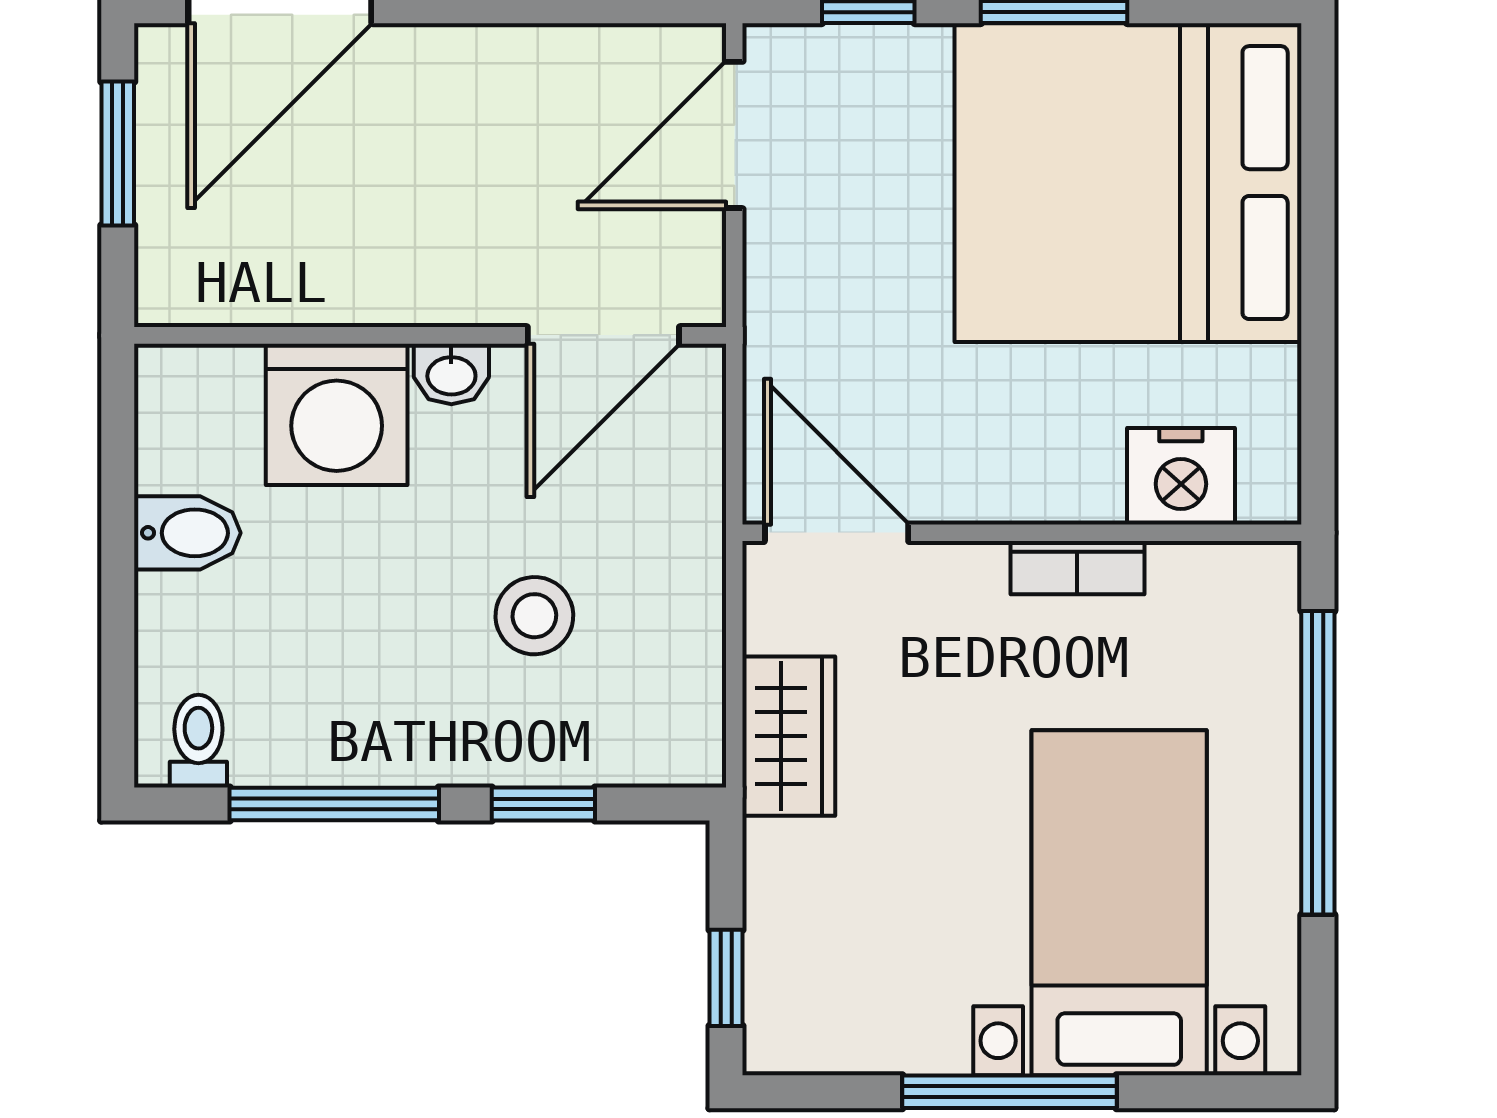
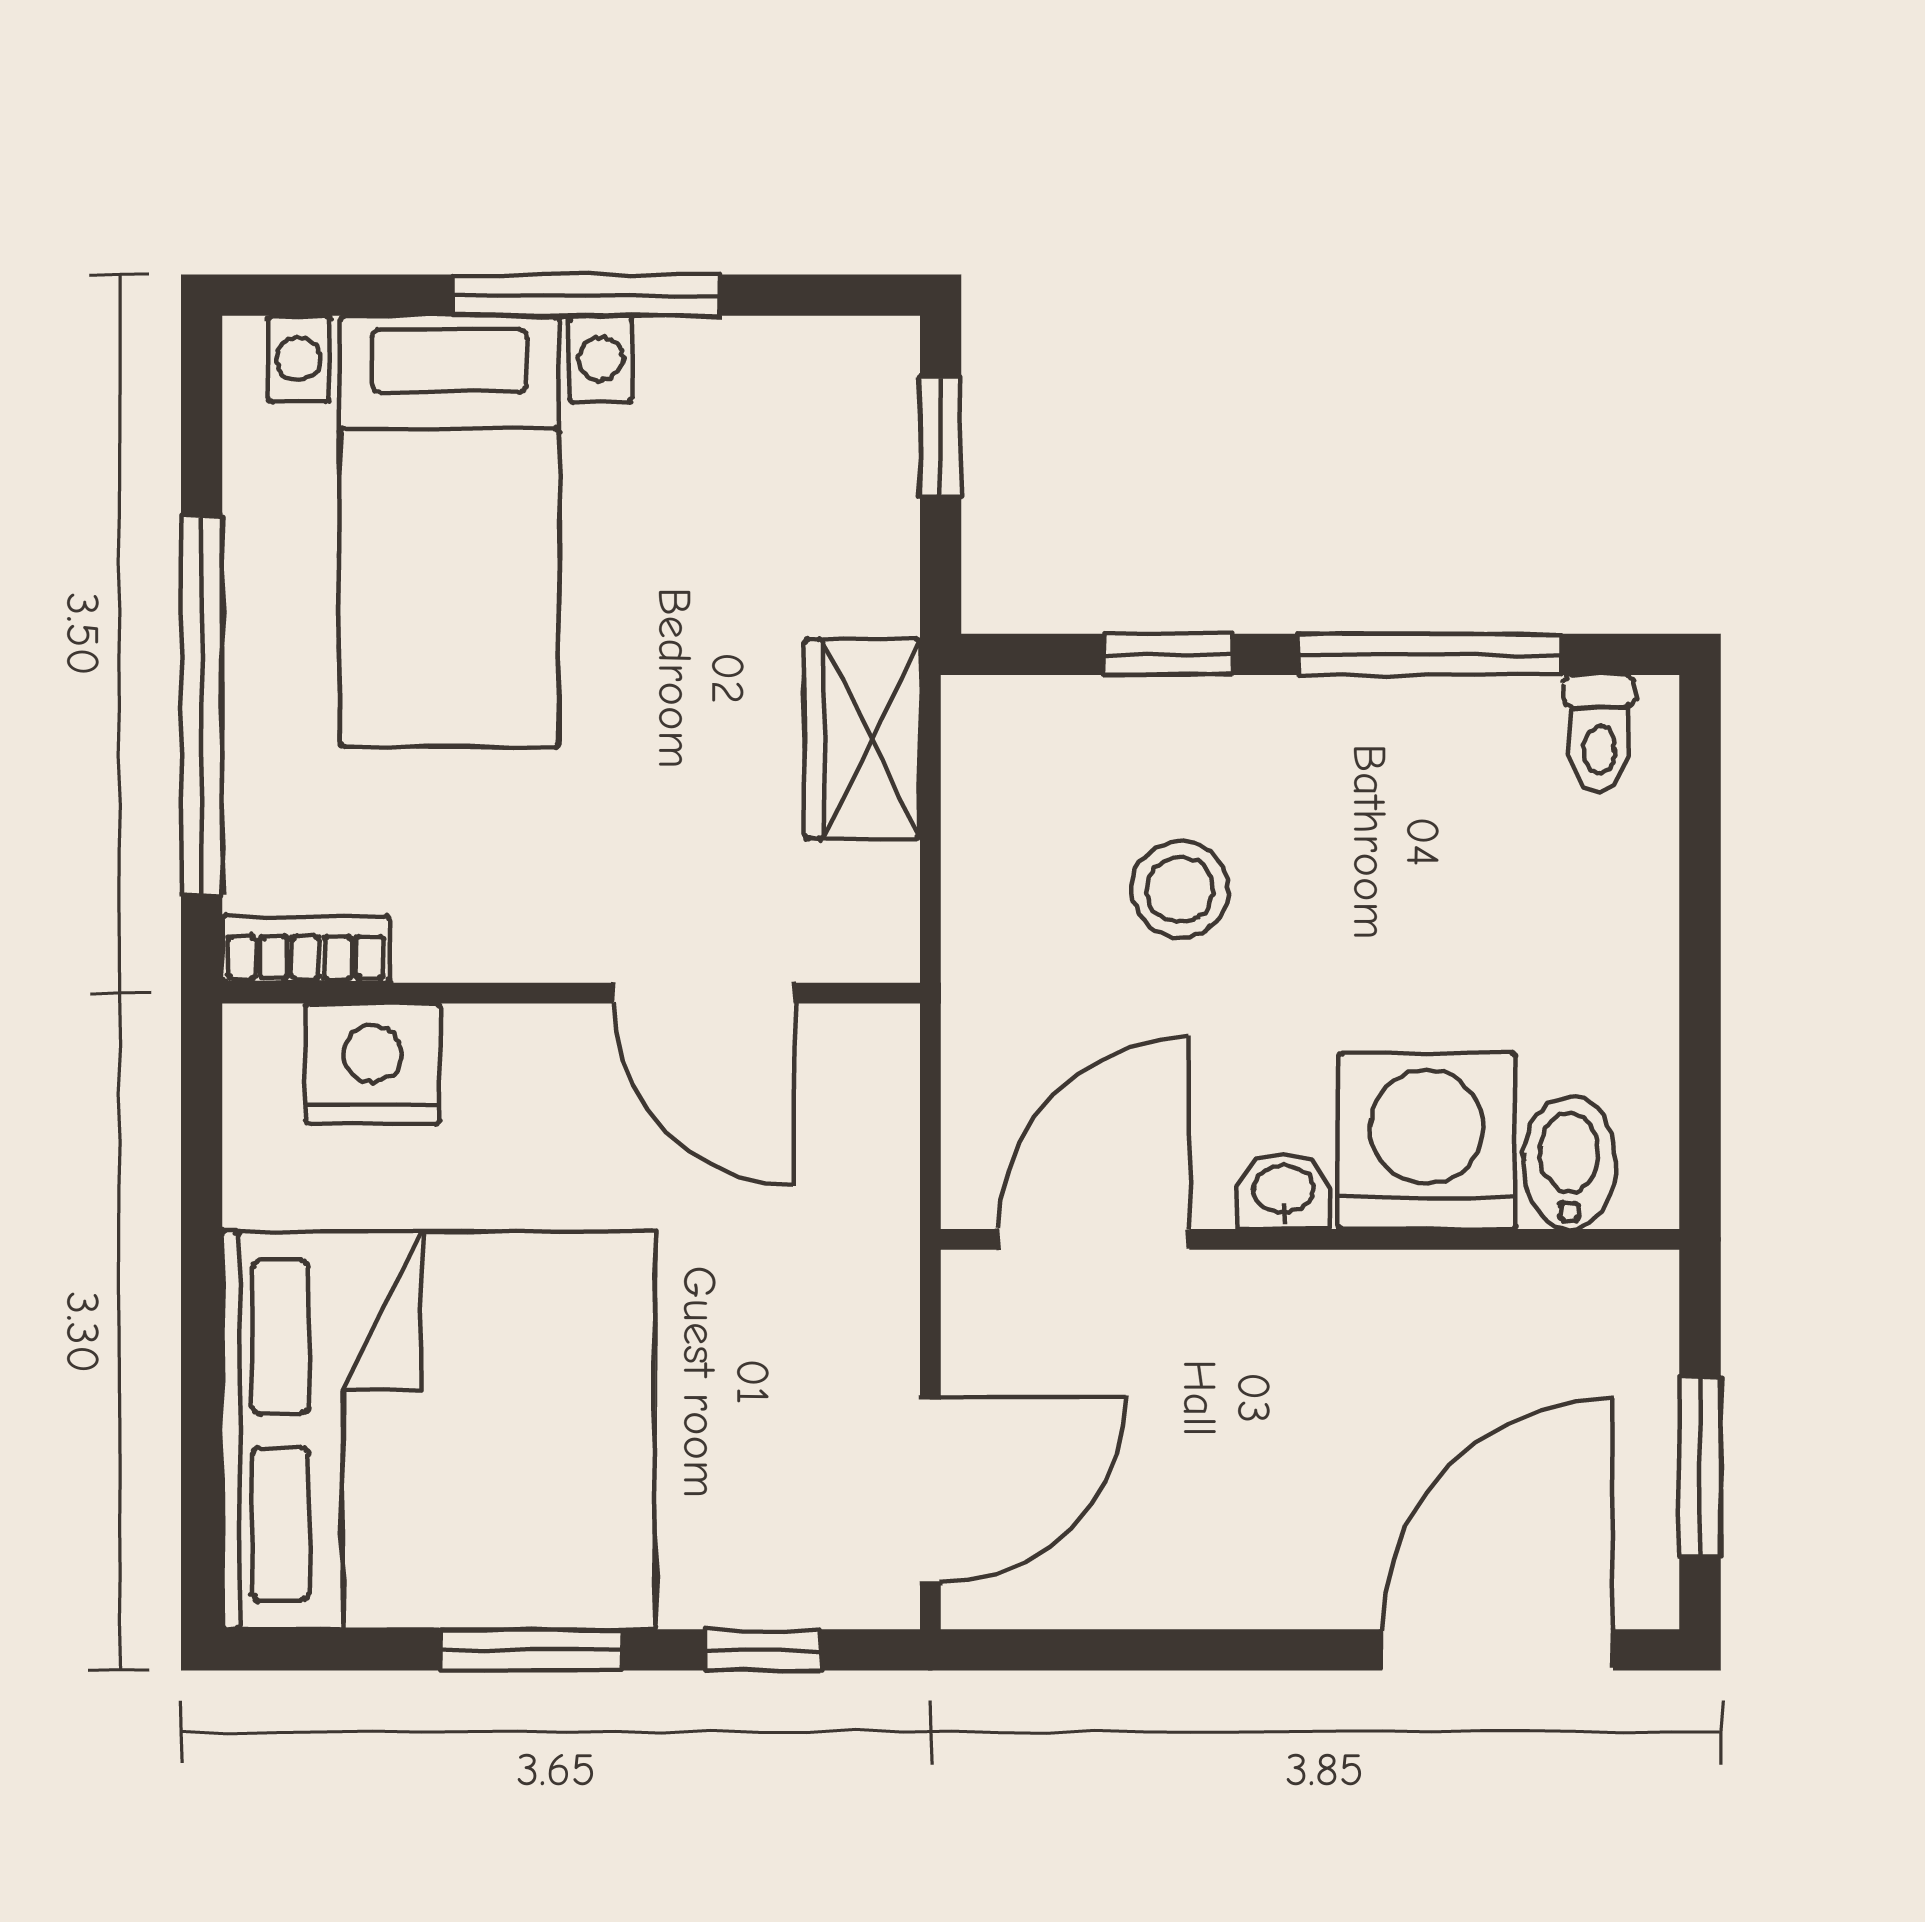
bidet: (187, 533) -> (1569, 1163), moved, turned 90
door: (837, 533) -> (704, 993), moved
bookcase: (1077, 568) -> (306, 949), moved

